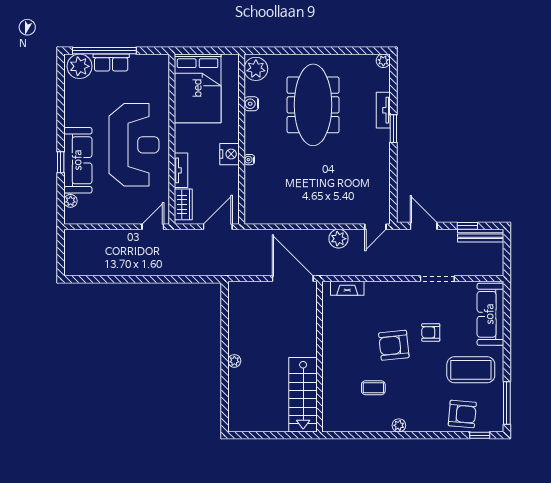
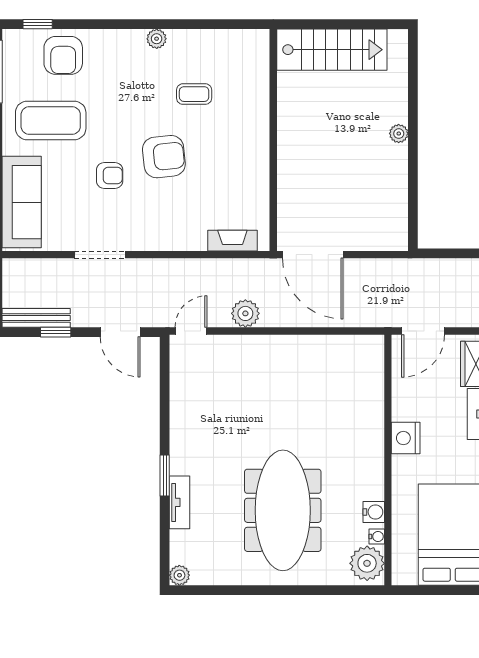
water cooler: (249, 160) -> (377, 537), moved
stairs: (303, 395) -> (332, 50), moved, turned 90
armchair: (462, 414) -> (63, 55), turned -95

